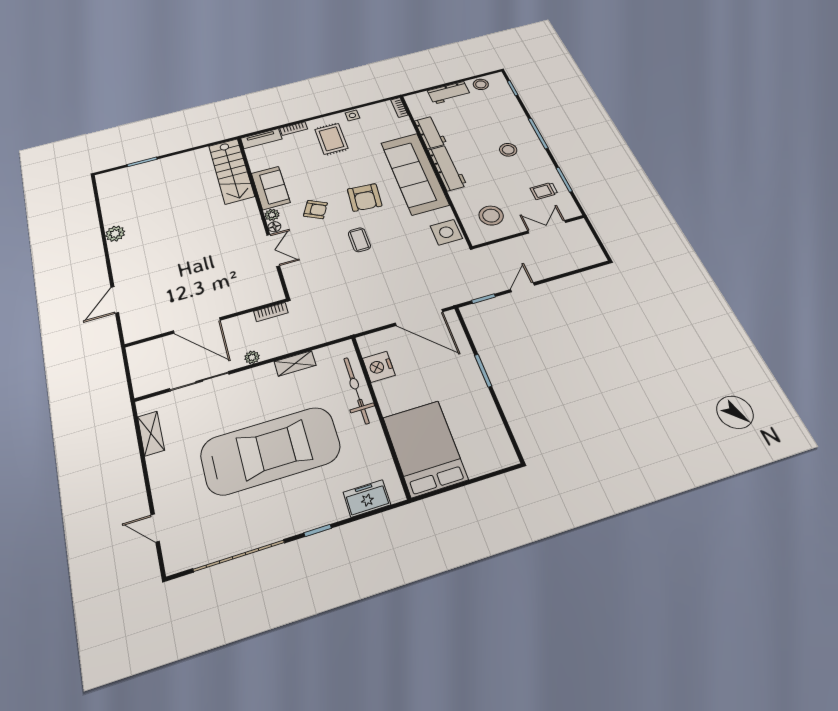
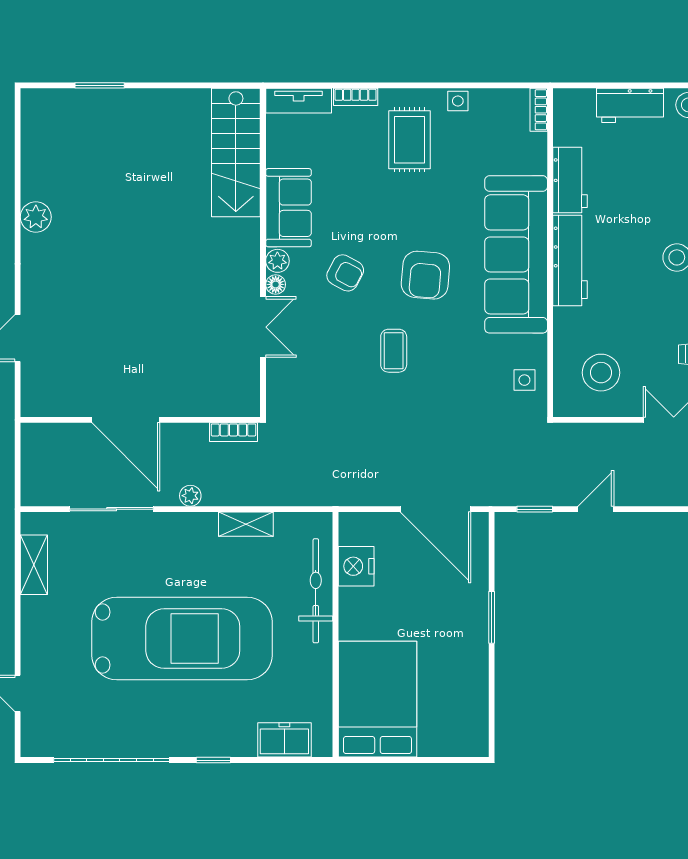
side table: (446, 232) -> (524, 380), width x0.54, depth x0.54

